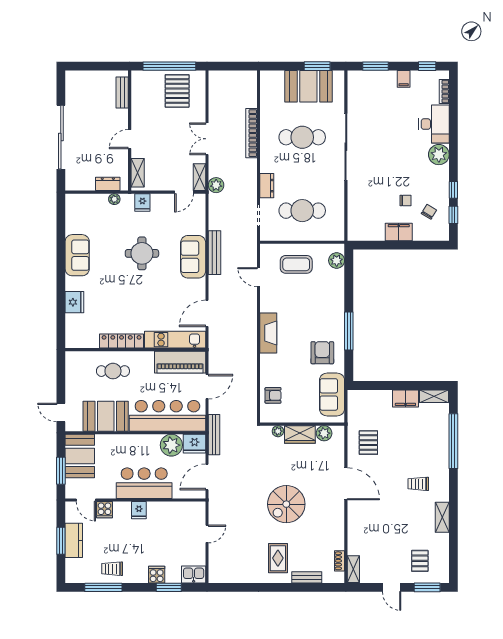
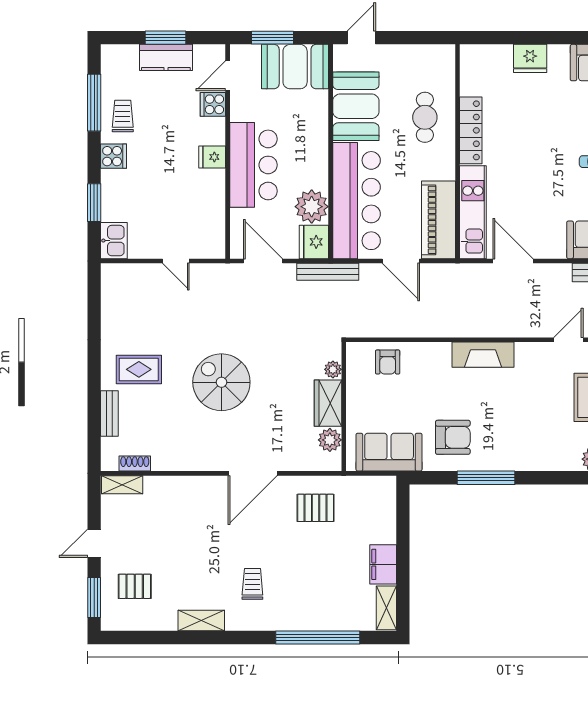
cooker: (157, 575) -> (114, 156), moved

